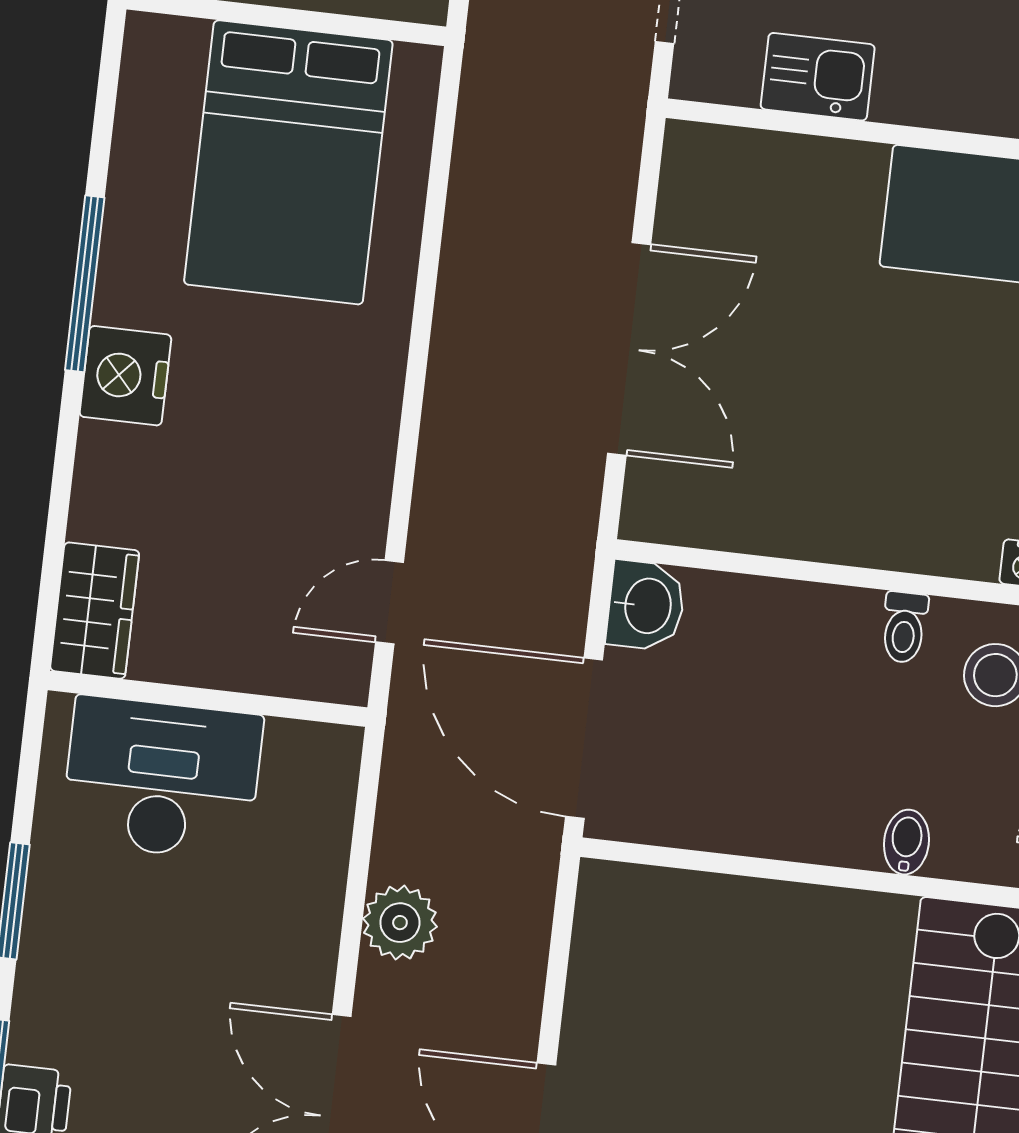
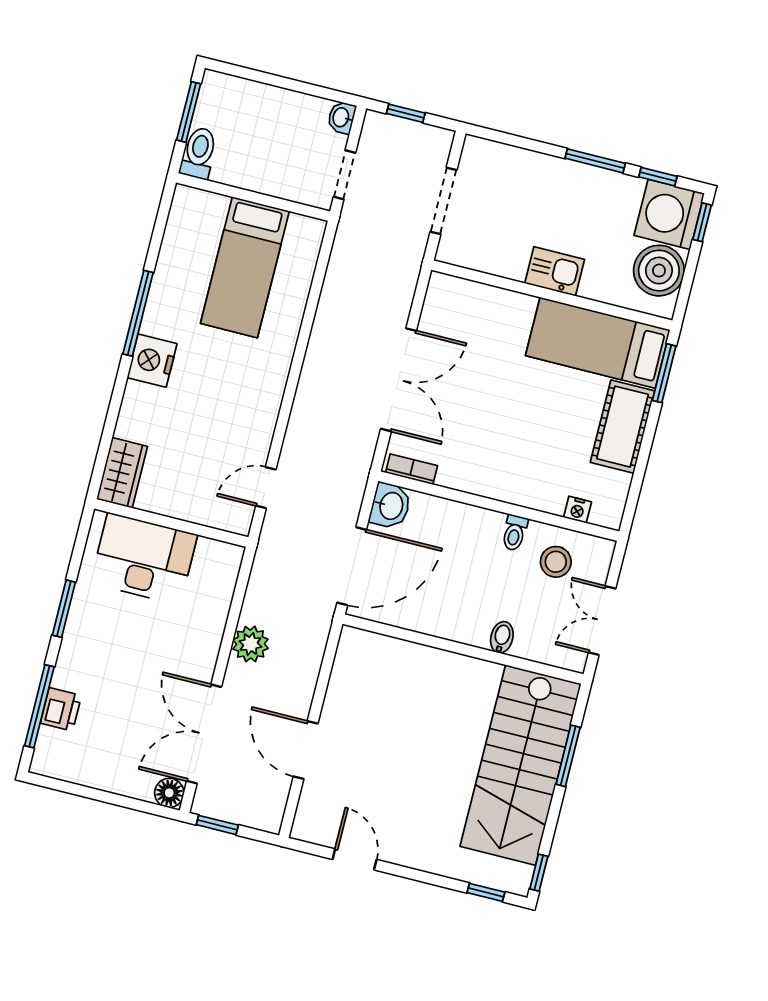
kitchen sink: (818, 77) -> (555, 271), moved
bed: (288, 162) -> (245, 267), width x0.67
bookcase: (679, 526) -> (411, 469), added
door: (584, 738) -> (352, 566), swing flipped

